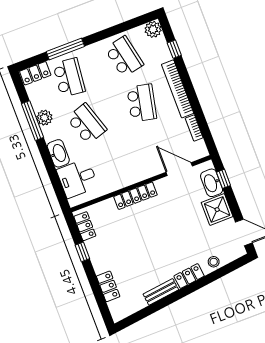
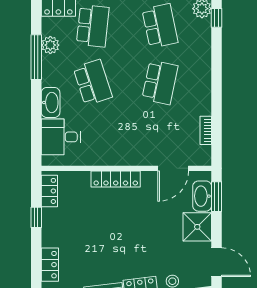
window: (174, 49) -> (217, 18), moved
bookcase: (178, 89) -> (204, 82), removed
plant: (44, 118) -> (50, 45), moved
door: (179, 169) -> (173, 168), swing flipped
window: (223, 179) -> (217, 197), width x1.50

